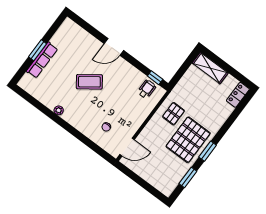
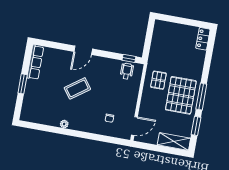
row of seats: (42, 60) -> (35, 62), moved
shelving: (210, 68) -> (174, 142), moved
window: (208, 151) -> (201, 97), width x1.44

